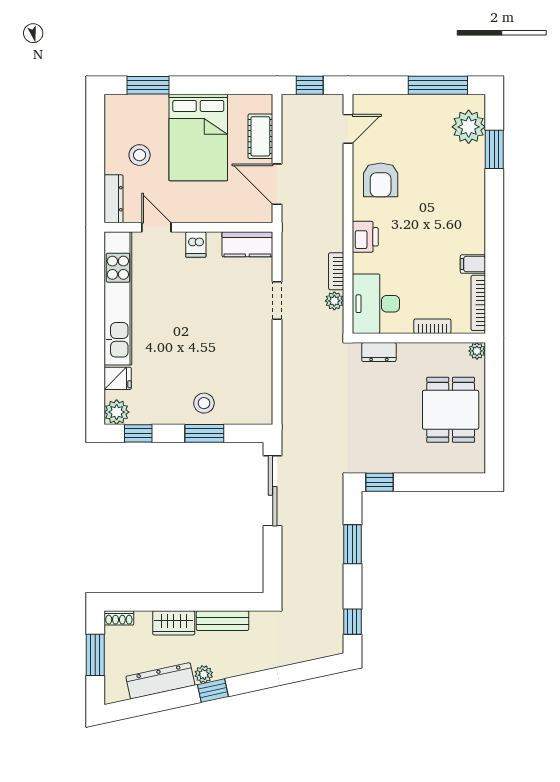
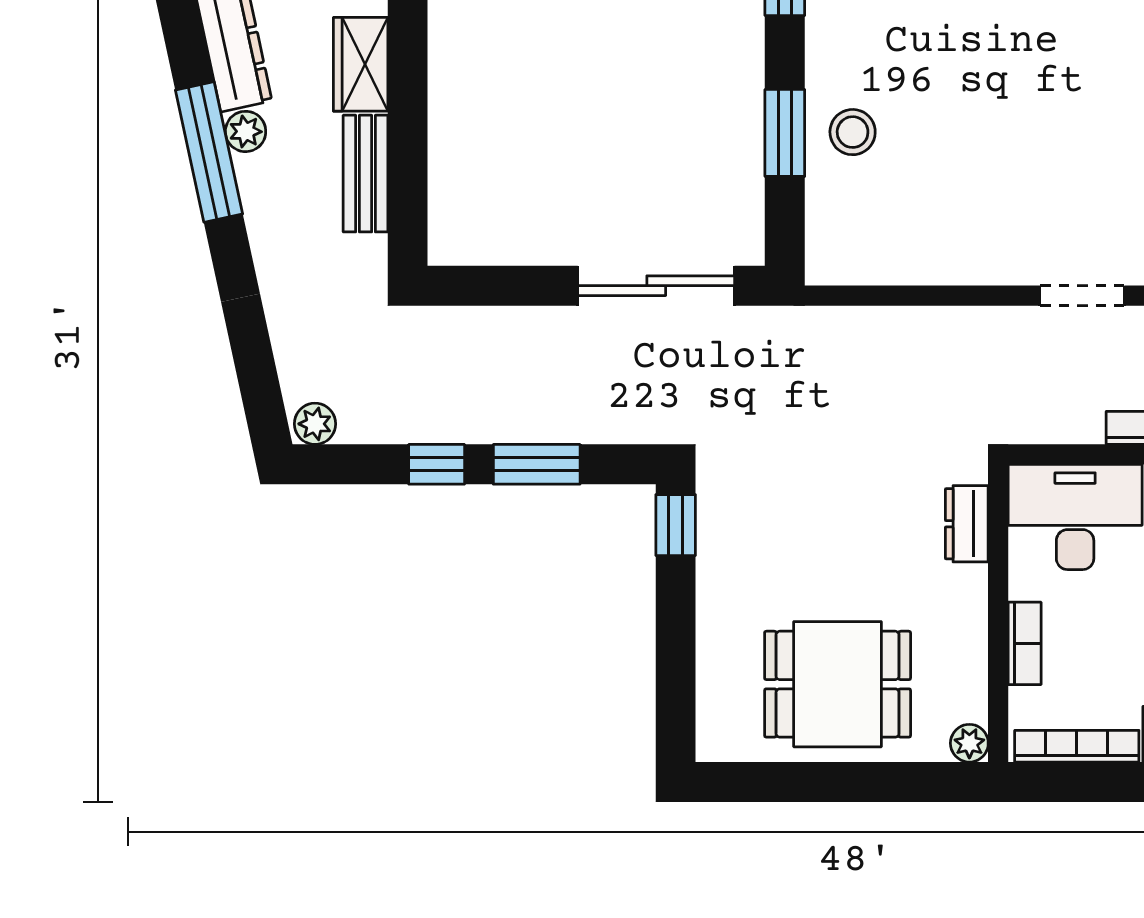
plant: (334, 301) -> (315, 424), moved
window: (352, 622) -> (437, 464), moved
window: (213, 691) -> (209, 152), width x2.17

